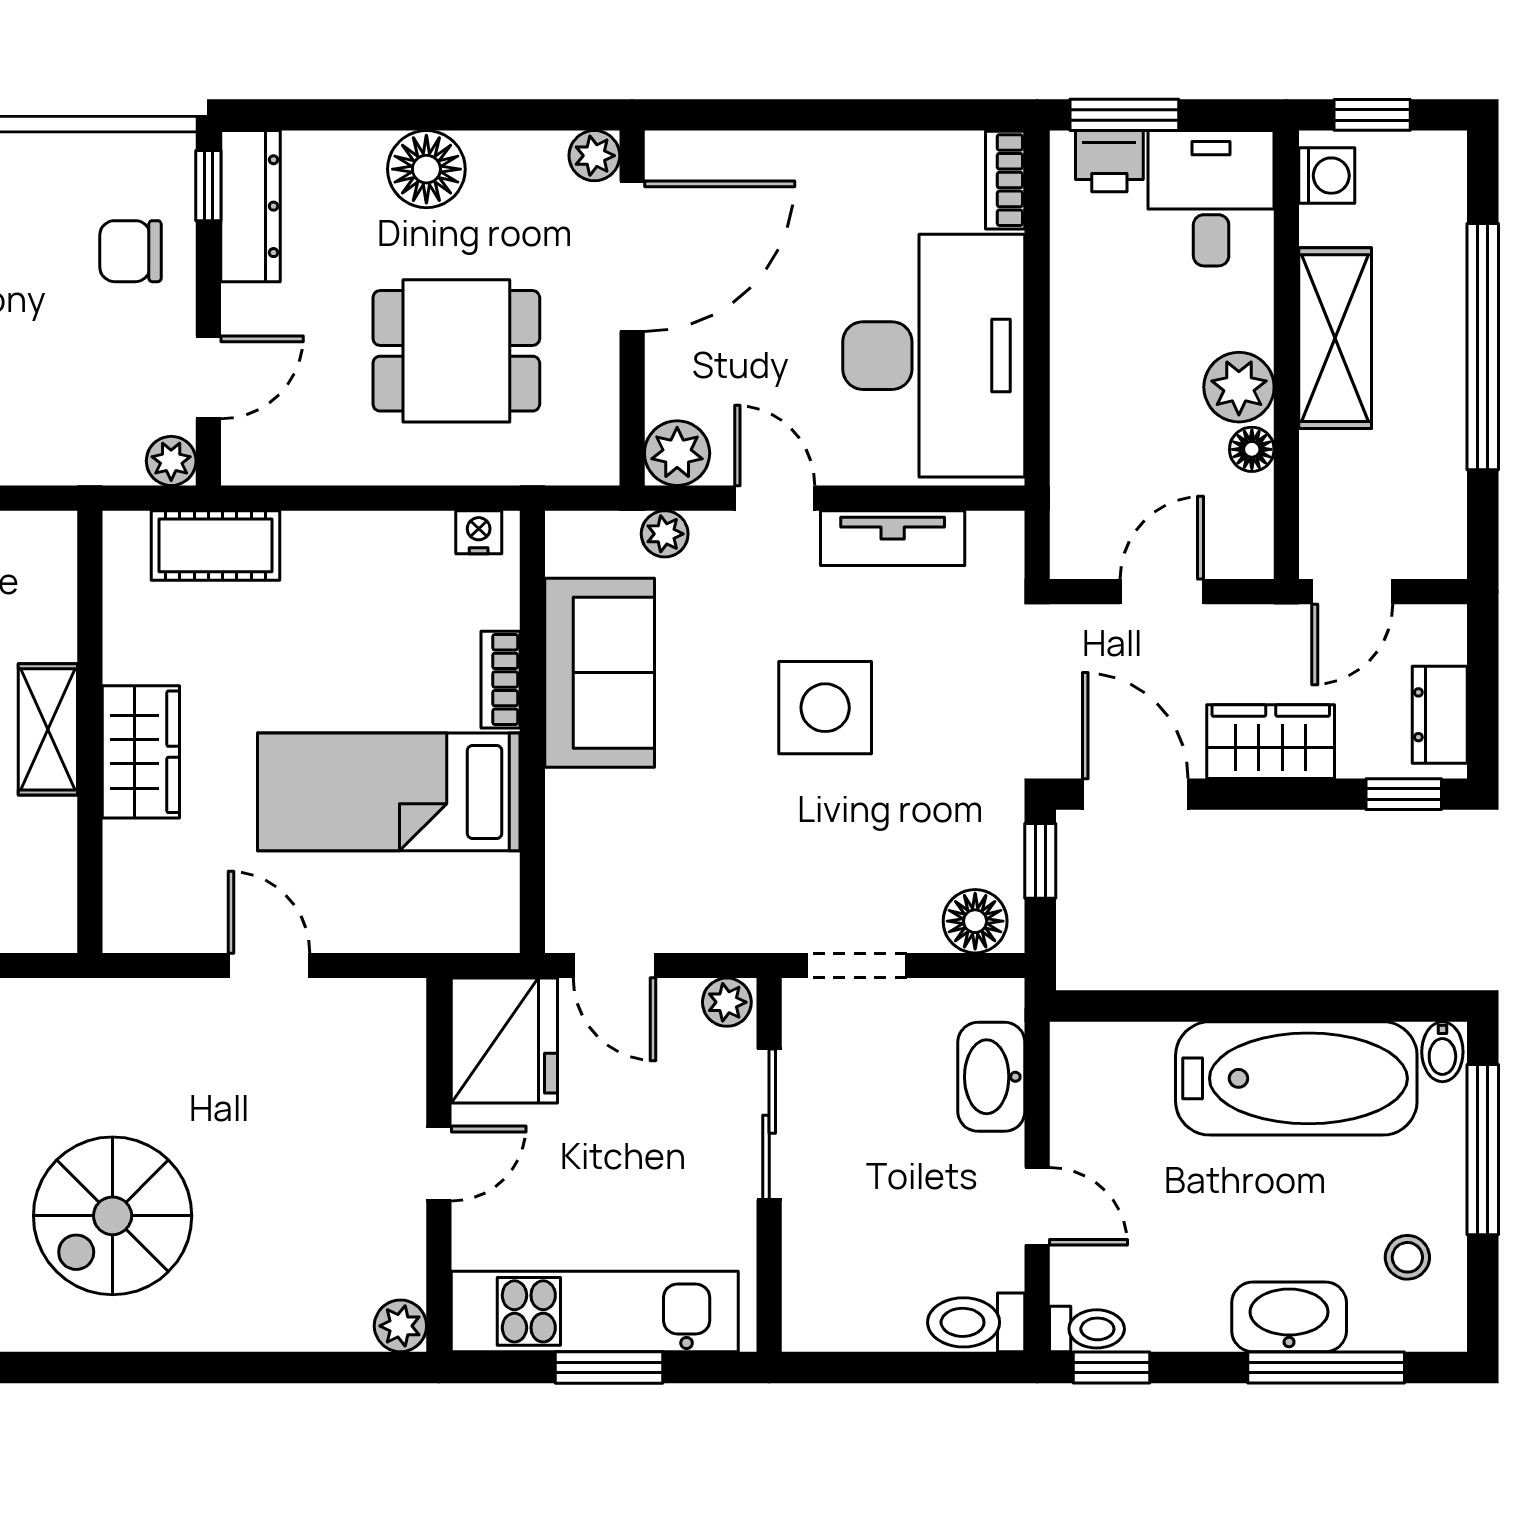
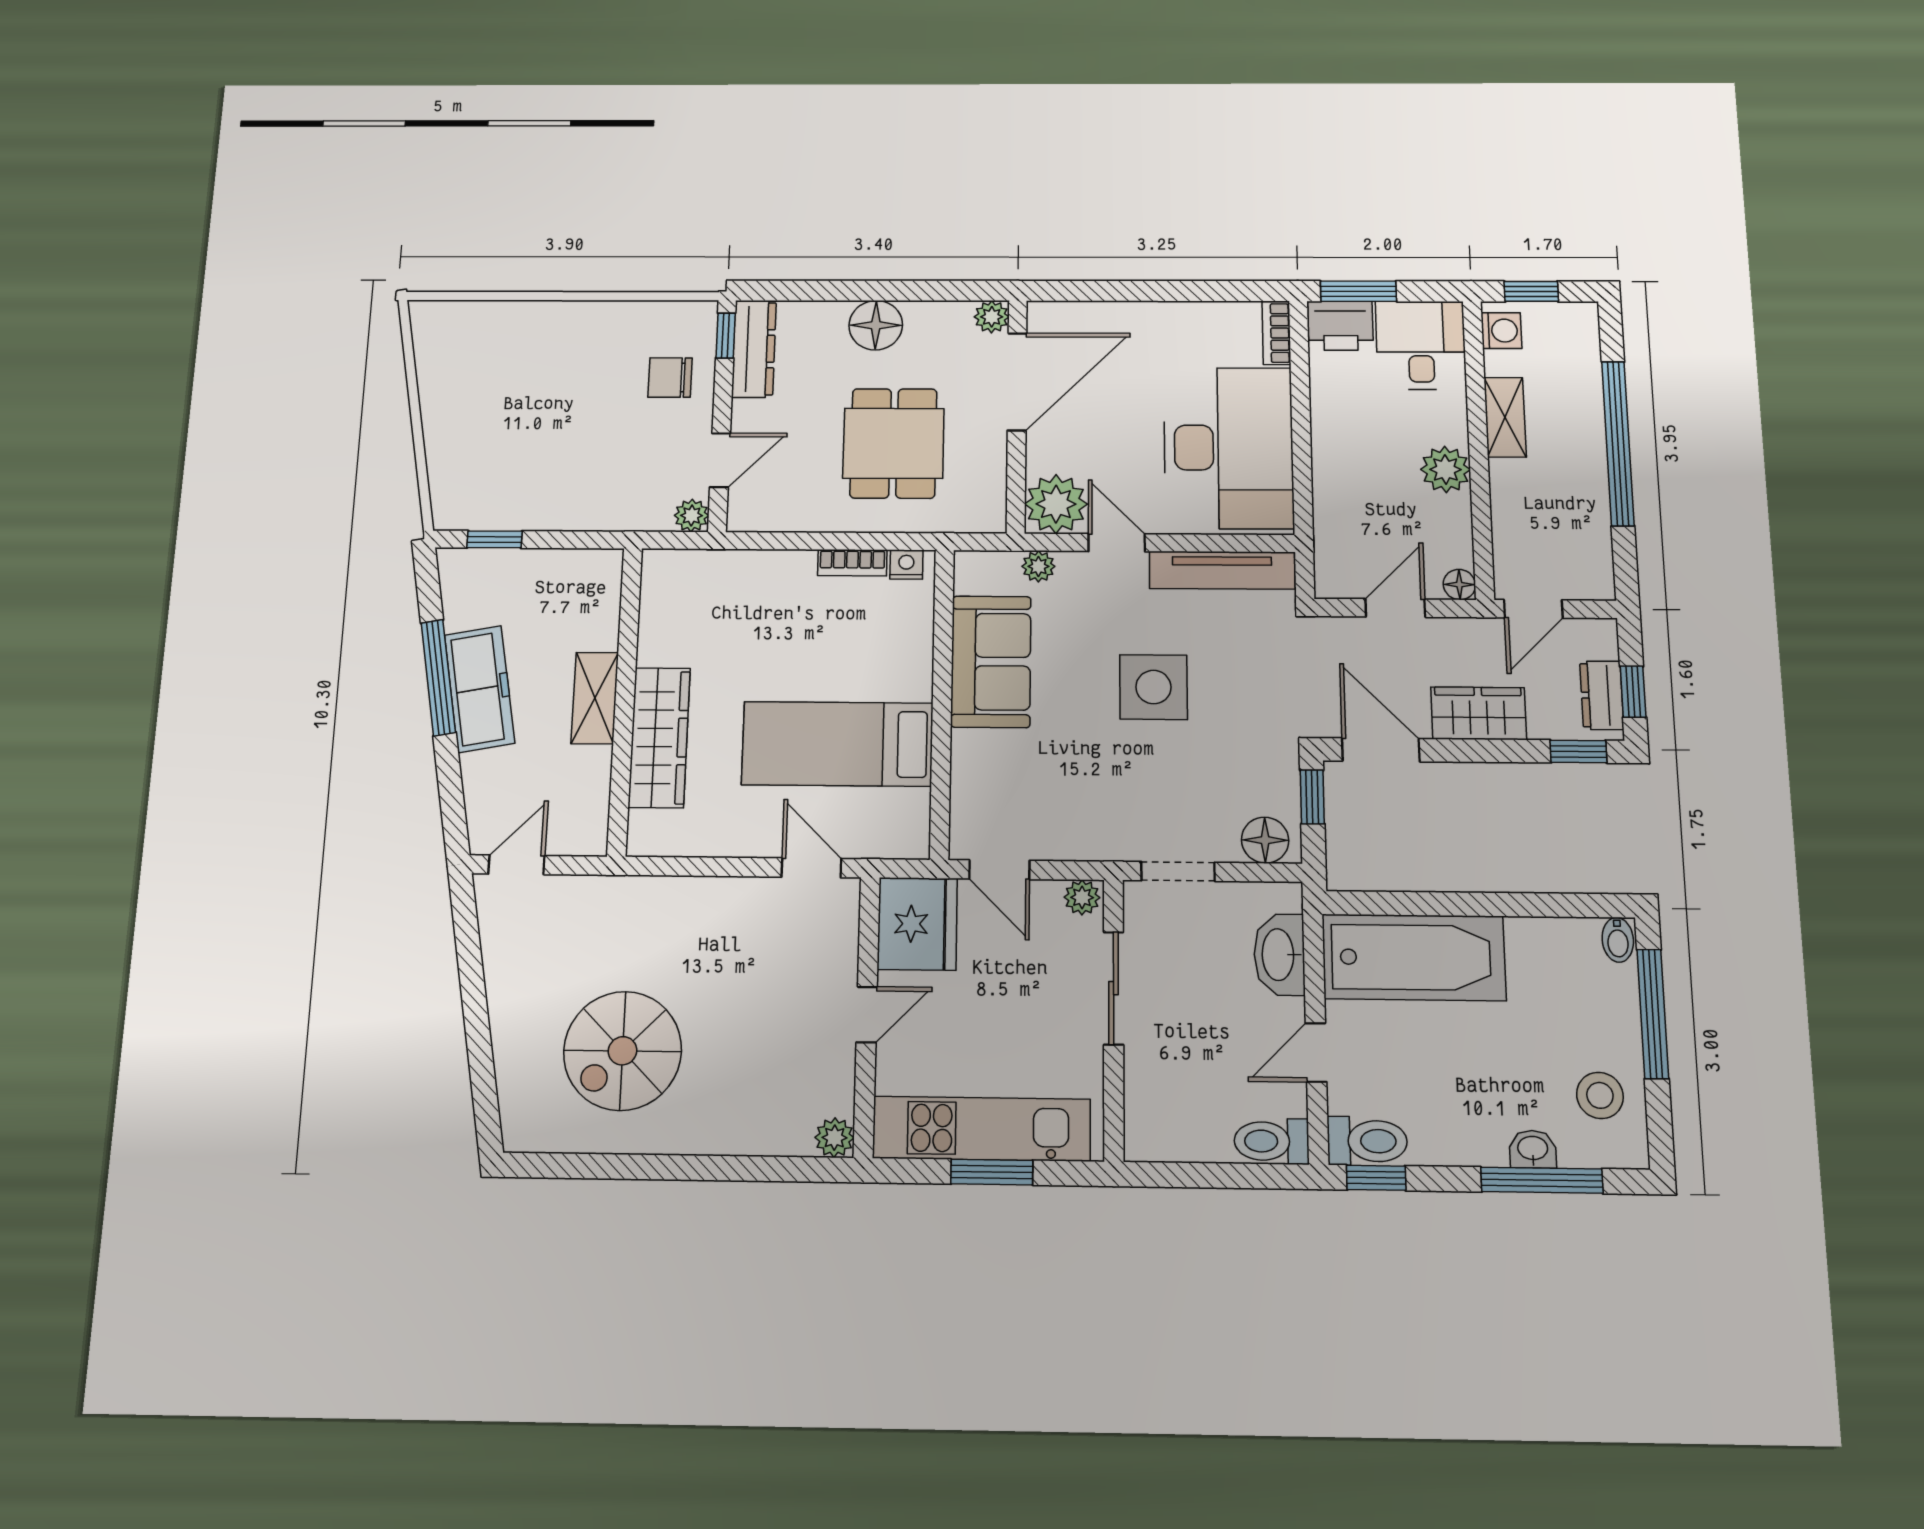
printer: (1109, 161) -> (1340, 326), width x1.36, depth x1.24
shelving: (1335, 338) -> (1505, 417), width x0.67, depth x0.75
dining table: (456, 351) -> (893, 443), turned 90
floor lamp: (1252, 449) -> (1459, 585), moved
plant: (677, 453) -> (1056, 504), width x1.36, depth x1.36
tv unit: (893, 538) -> (1222, 570), width x1.41
cot: (216, 545) -> (720, 572), removed
bookcase: (501, 680) -> (852, 563), moved, turned -90
window: (1483, 709) -> (1633, 692), added
wardrobe: (141, 752) -> (659, 737), width x1.50
door: (269, 965) -> (811, 868), moved
bathtub: (1296, 1078) -> (1414, 957), moved
door: (1037, 1206) -> (1316, 1053), swing flipped
stool: (1407, 1257) -> (1600, 1095), width x1.37, depth x1.37
washbasin: (1289, 1317) -> (1533, 1149), width x0.52, depth x0.69
toilet: (1087, 1329) -> (1367, 1141), width x1.37, depth x1.39

